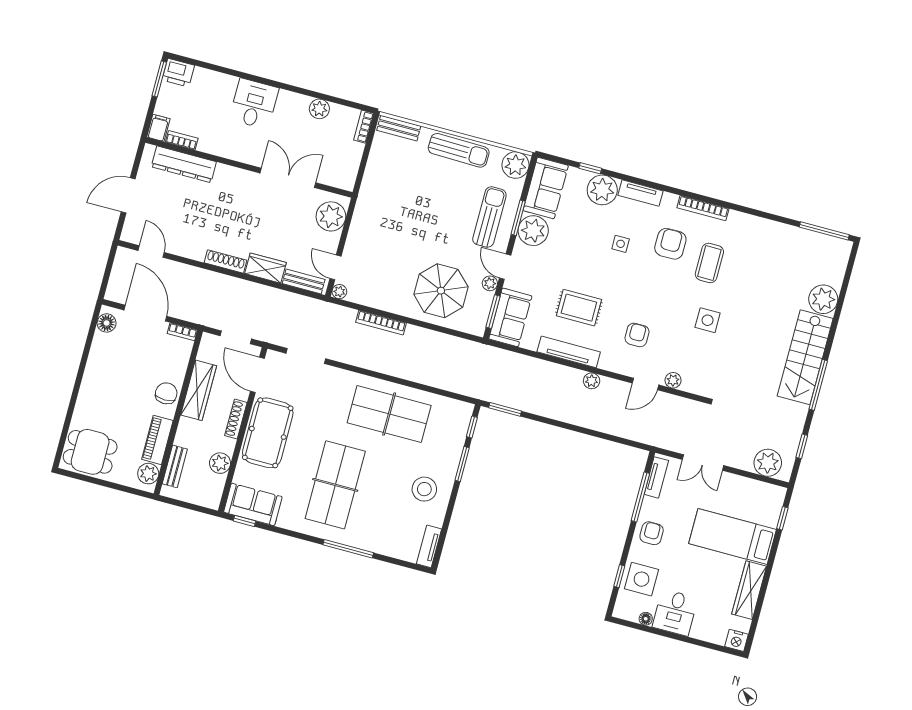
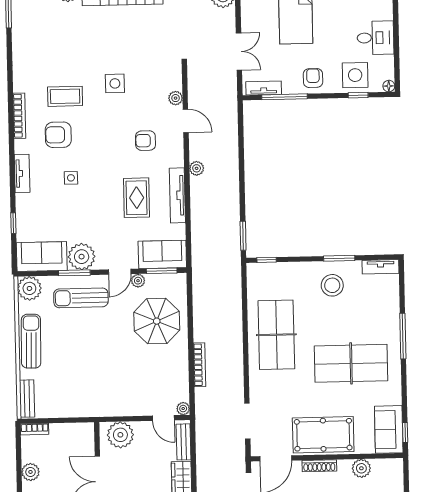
plant: (602, 190) -> (29, 207), removed
door: (335, 267) -> (163, 418), hinge flipped
window: (462, 464) -> (339, 258), moved
armchair: (652, 533) -> (313, 78), turned 90
floor lamp: (646, 619) -> (389, 86), moved

